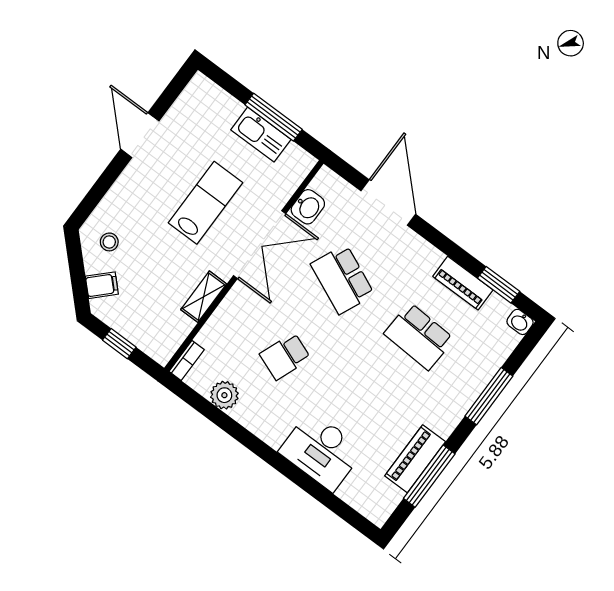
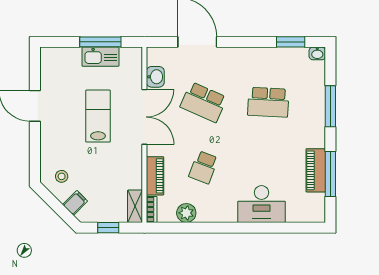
piano: (463, 283) -> (155, 176), moved, turned -90
shelving: (204, 297) -> (135, 206), moved

